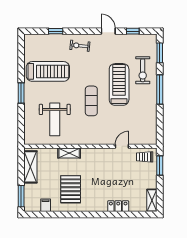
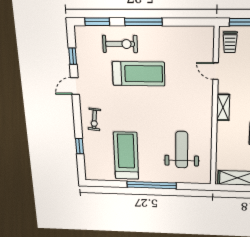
treadmill: (119, 84) -> (139, 74), turned 180
window: (21, 93) -> (152, 185), width x2.11
exercise mat: (91, 101) -> (159, 107), removed
weight bench: (55, 119) -> (182, 150), turned -90
shelving: (69, 153) -> (223, 107), moved

